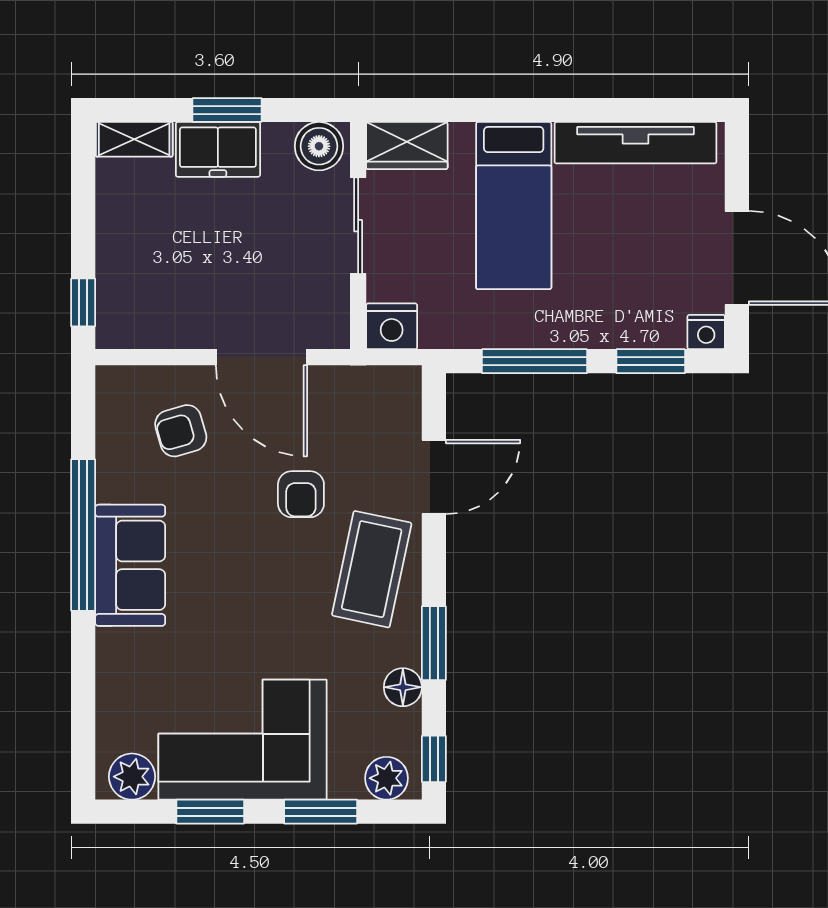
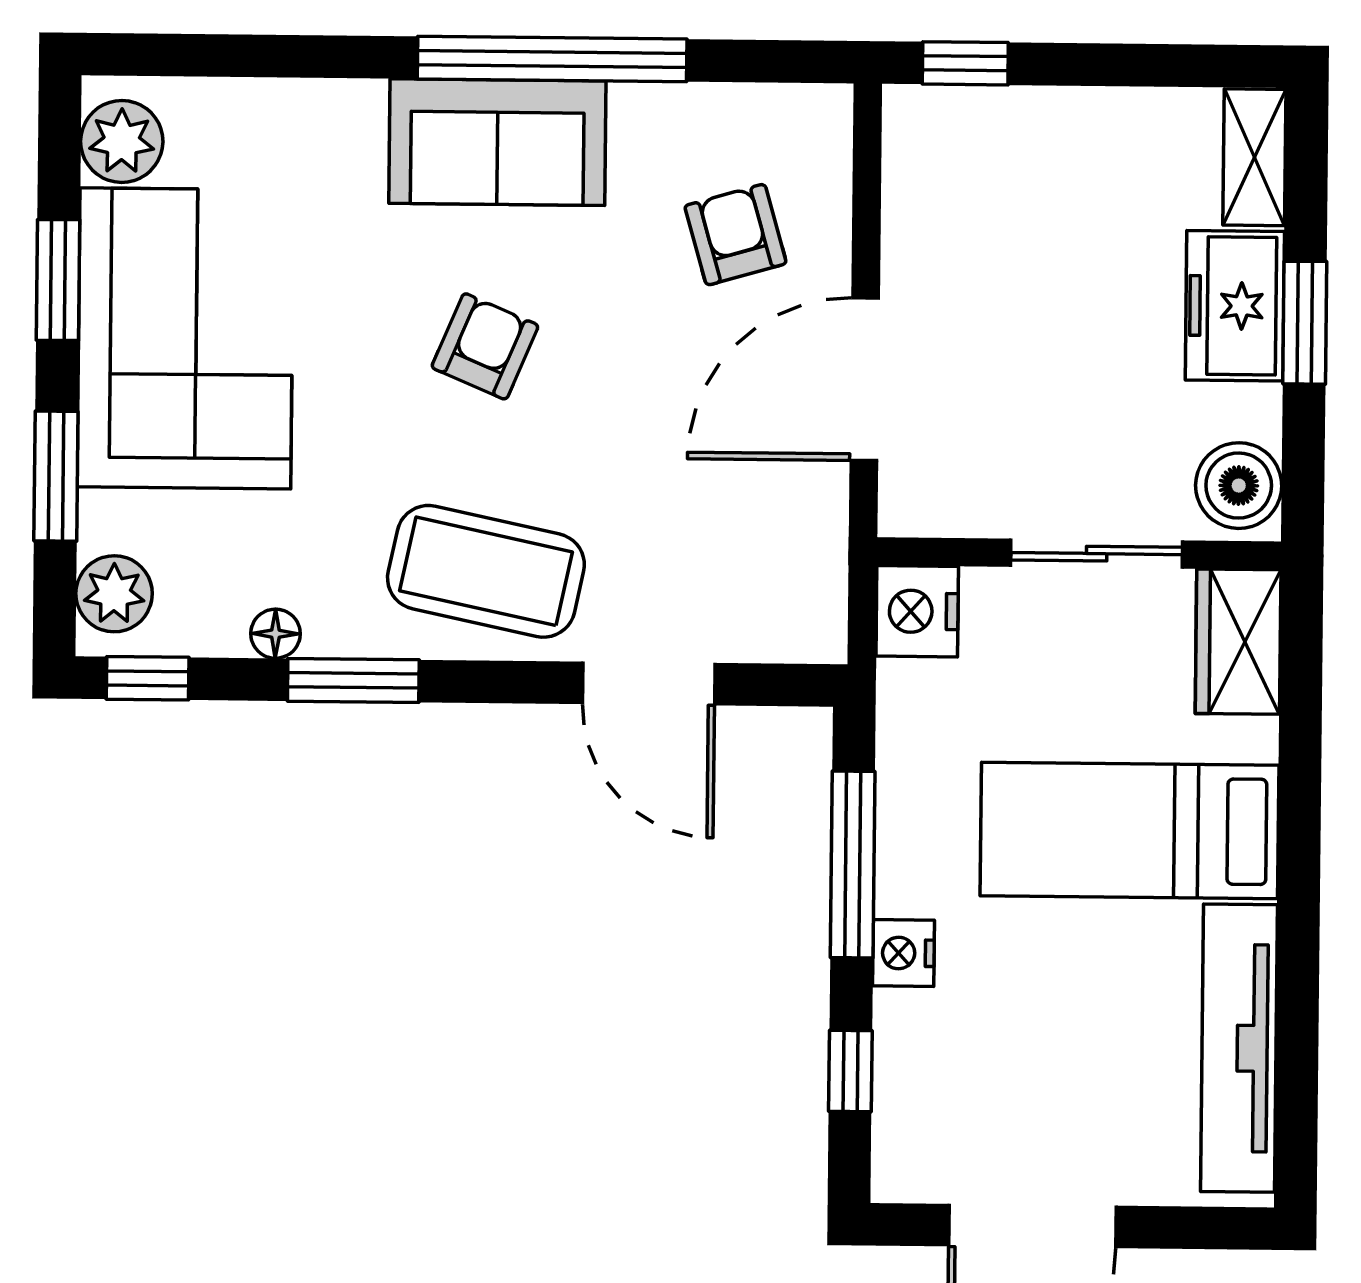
nightstand: (706, 332) -> (904, 953), moved
window: (651, 361) -> (850, 1071), width x0.67
armchair: (301, 494) -> (485, 346), moved, turned 113
floor lamp: (403, 687) -> (275, 634), width x0.73, depth x0.73

